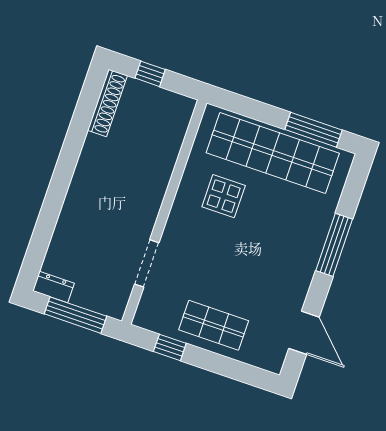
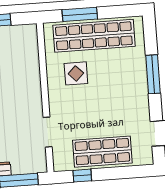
window: (313, 130) -> (80, 14), moved
shop shelf: (214, 325) -> (102, 152), width x1.43, depth x1.36

